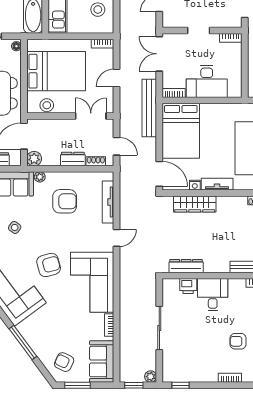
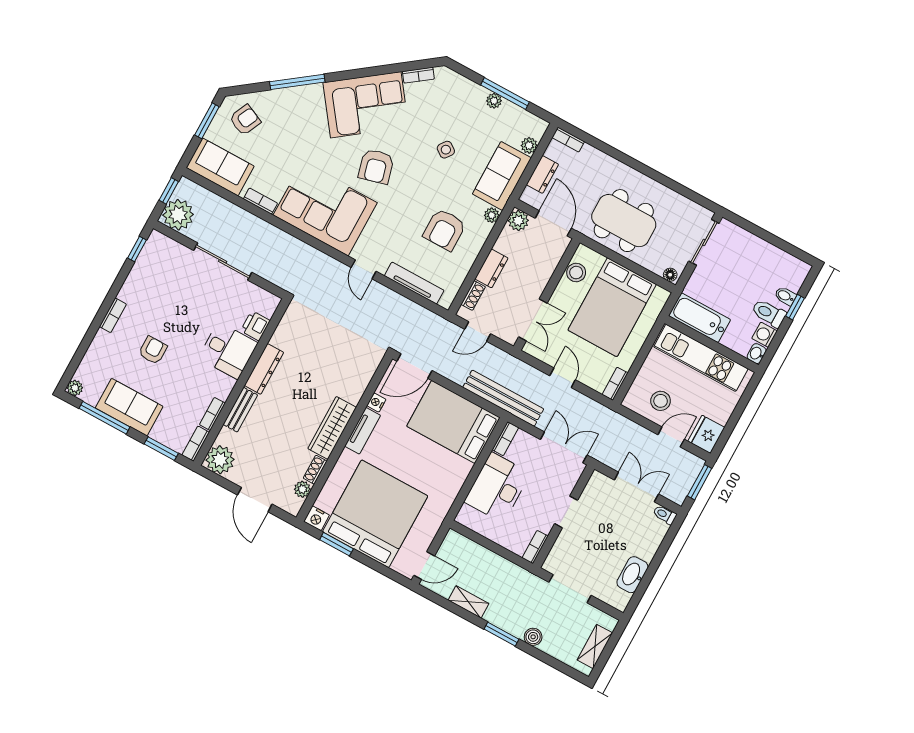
wardrobe: (195, 204) -> (332, 428), moved
dresser: (186, 266) -> (264, 369), moved
plant: (151, 377) -> (178, 215), width x1.88, depth x1.88

